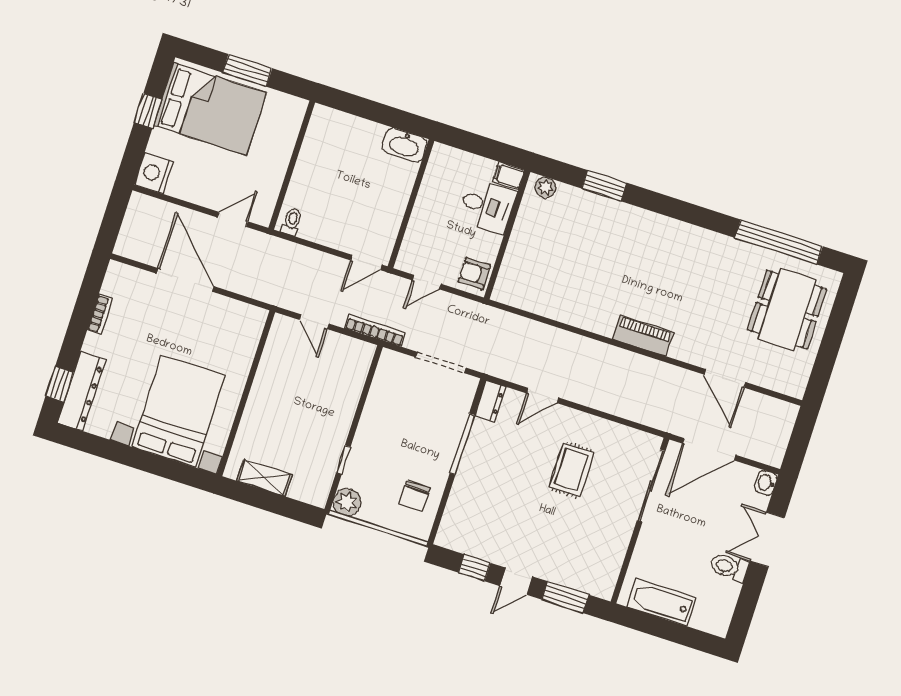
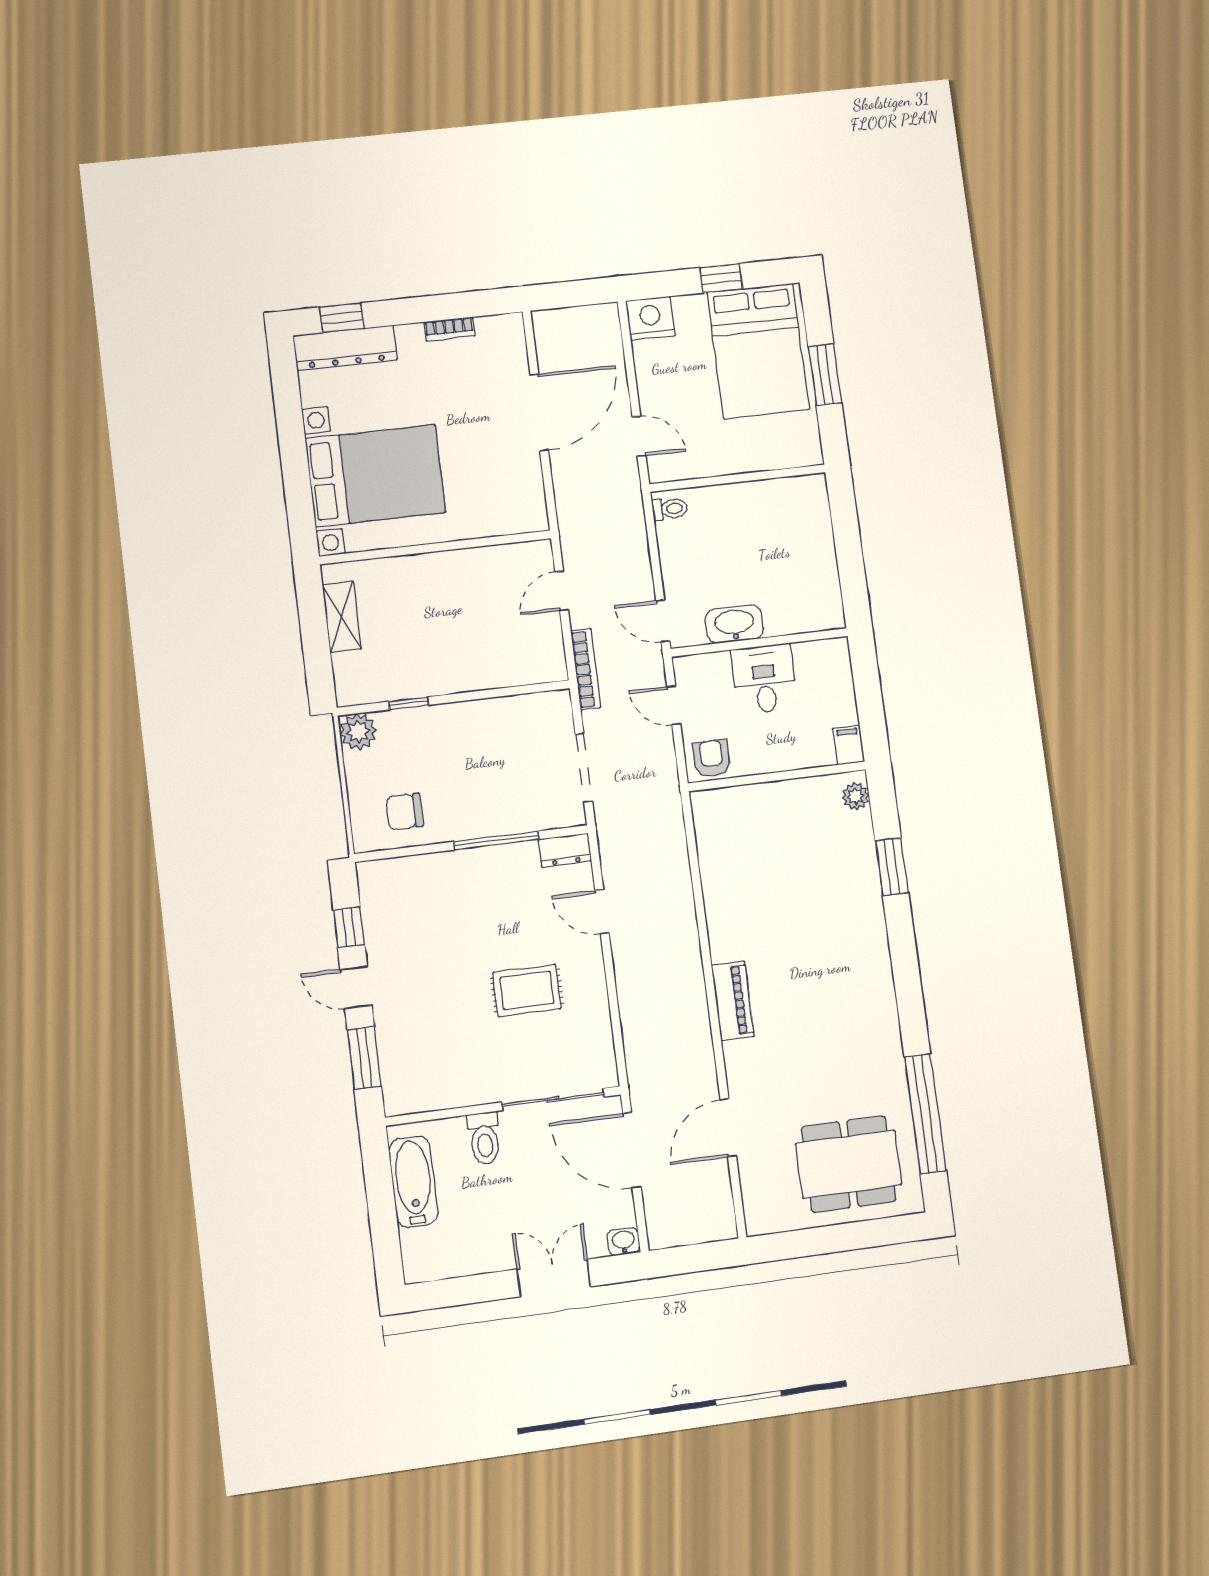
washbasin: (405, 145) -> (734, 624), moved, turned 90
desk: (487, 206) -> (764, 679), moved, turned 180
toilet: (729, 567) -> (484, 1138), moved, turned 180

